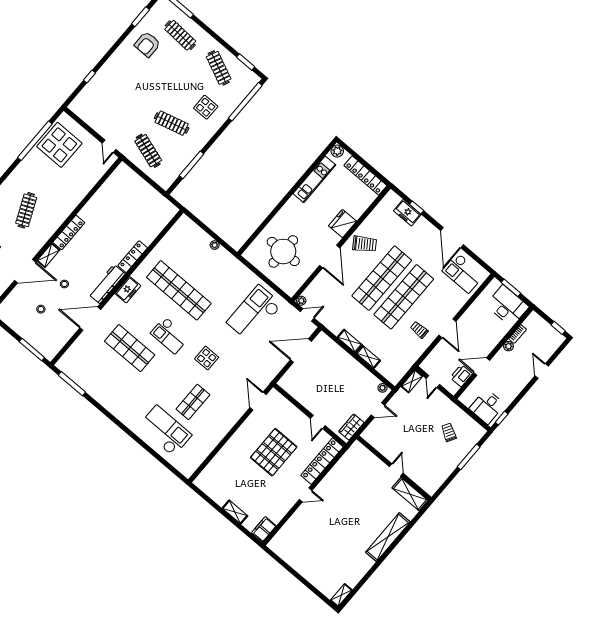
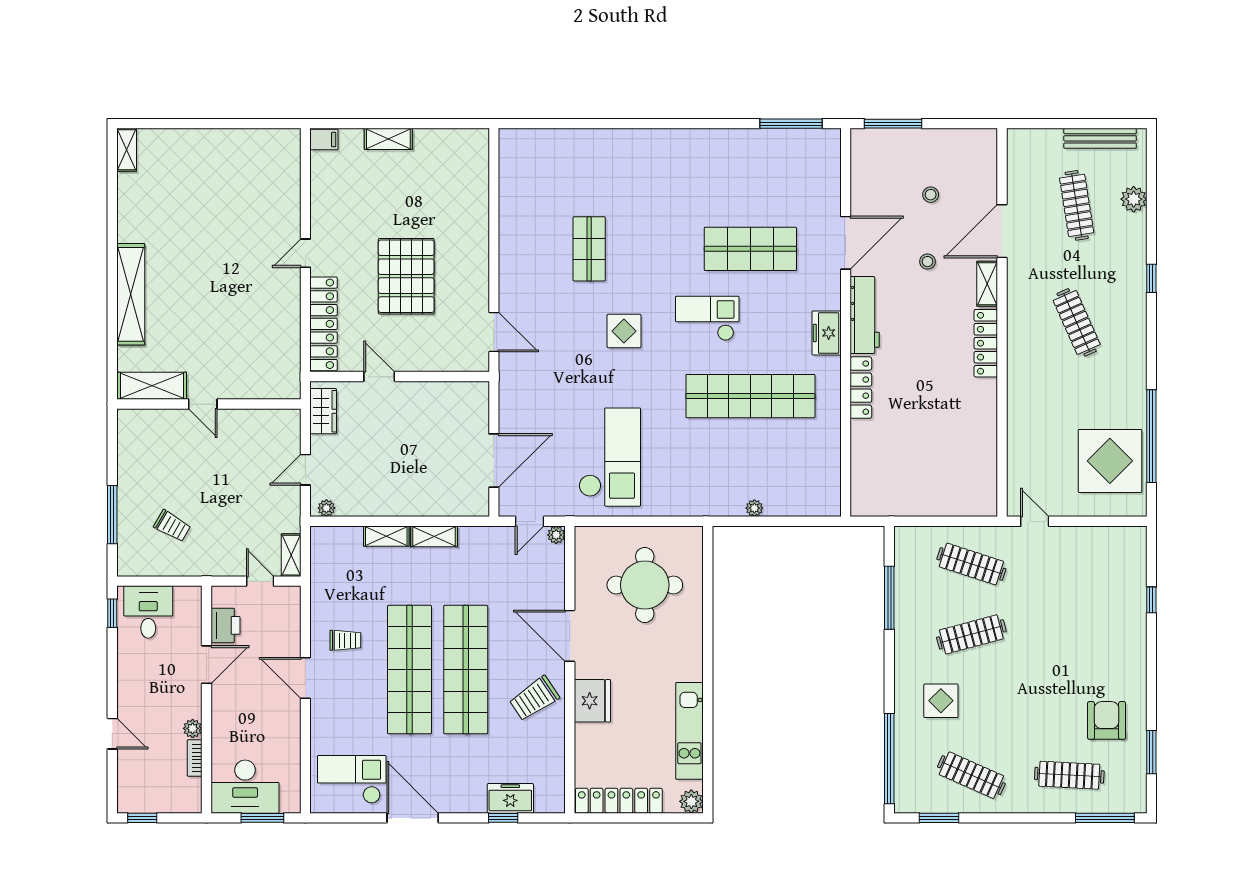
checkout: (165, 431) -> (594, 171), removed
filing cabinet: (264, 529) -> (324, 140), width x0.50

